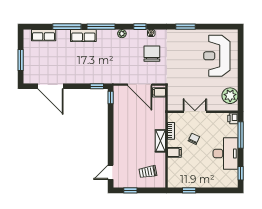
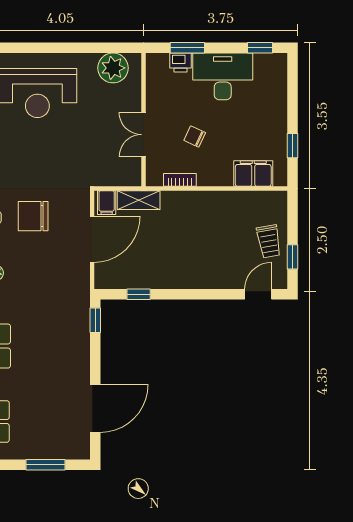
window: (111, 97) -> (139, 294), moved
printer: (233, 118) -> (181, 62), moved
window: (241, 135) -> (187, 48), width x0.69
shelving: (160, 141) -> (139, 200), moved
filing cabinet: (174, 152) -> (253, 174), moved, width x2.00
door: (111, 172) -> (258, 294), swing flipped
trolley: (148, 172) -> (269, 241), moved

